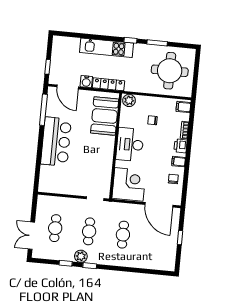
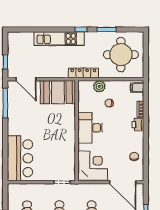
water cooler: (86, 82) -> (43, 72), removed
locker: (108, 84) -> (83, 73), moved
plant: (129, 100) -> (99, 86), moved
booth: (105, 116) -> (58, 92), moved, turned 90
bar counter: (56, 142) -> (20, 158), moved
filing cabinet: (179, 162) -> (138, 140), removed

